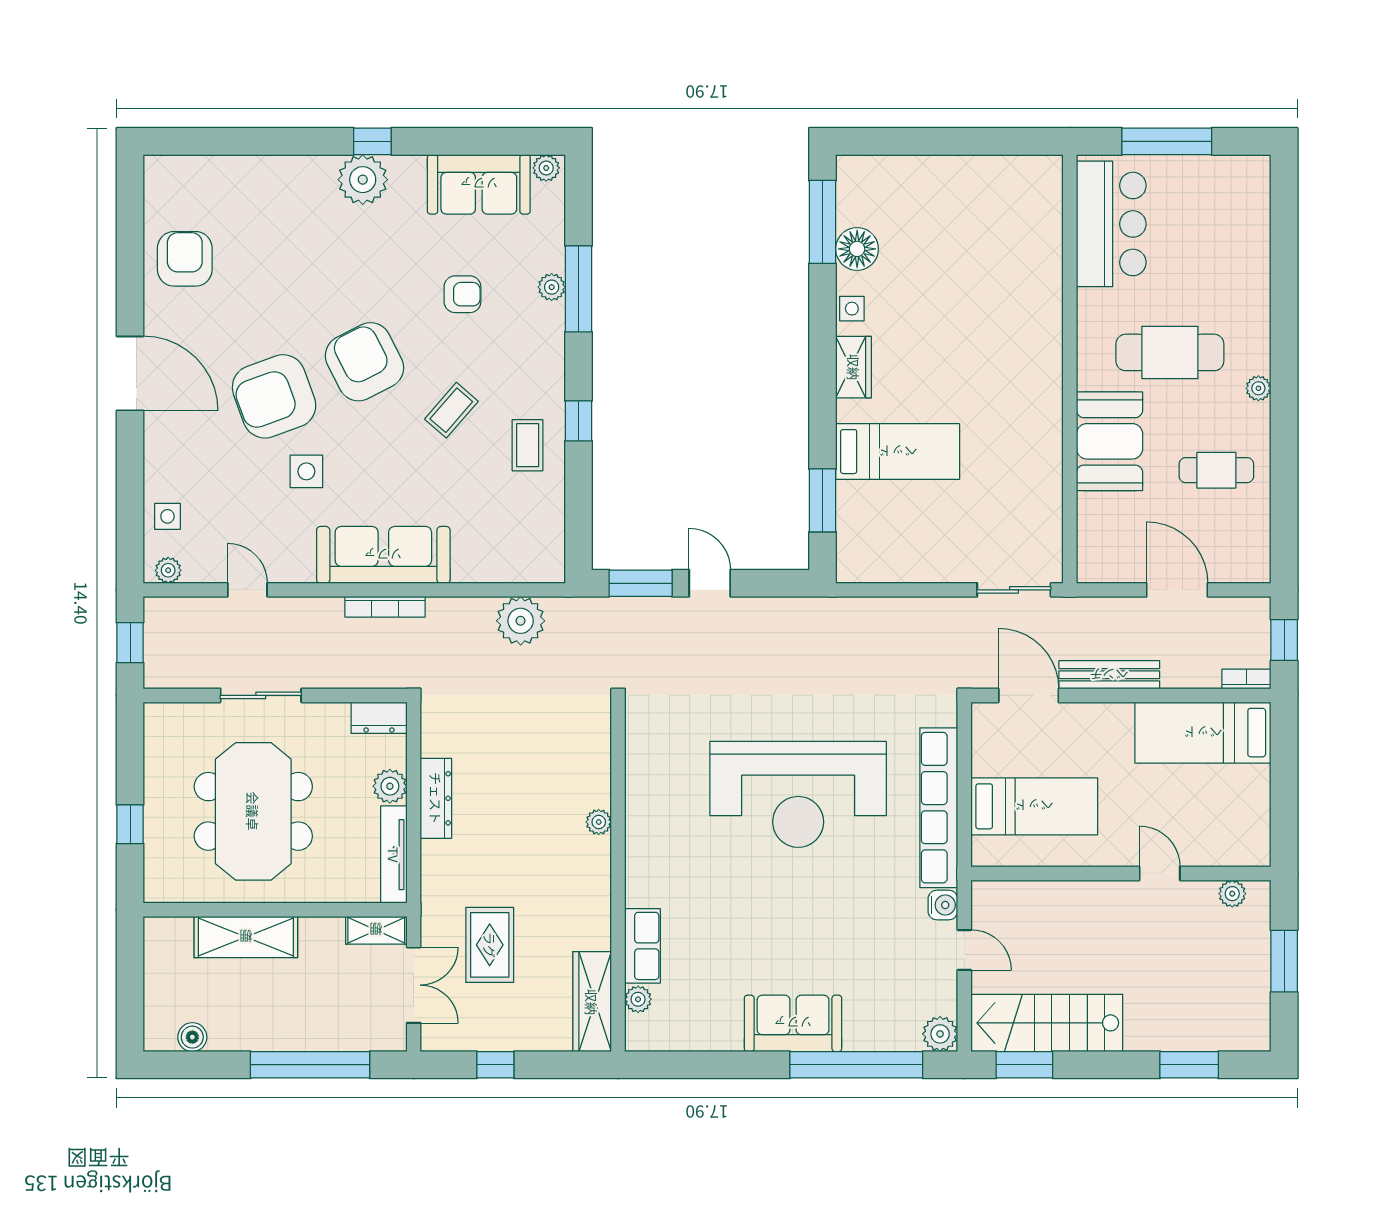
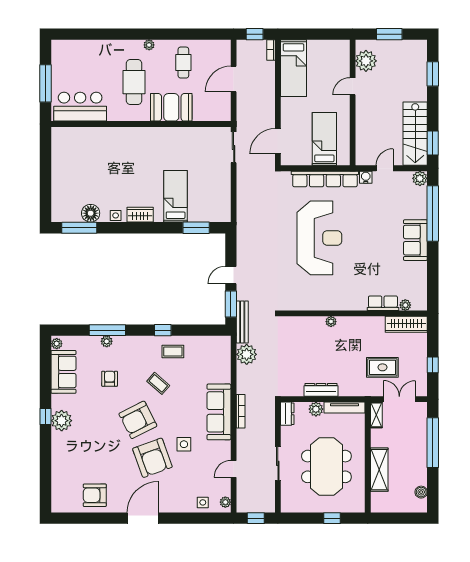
bench: (1109, 675) -> (242, 322), moved
meeting table: (253, 811) -> (326, 466), turned 90
plant: (1232, 894) -> (366, 61), width x1.88, depth x1.88

